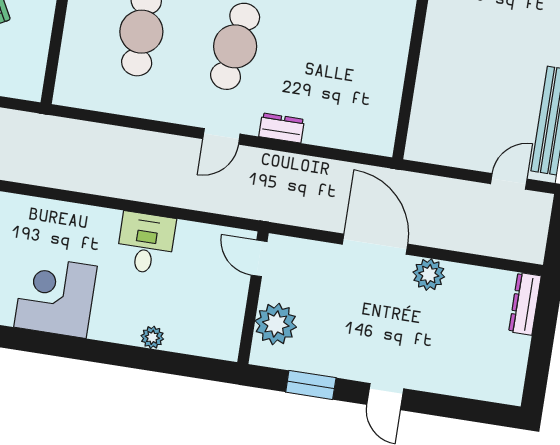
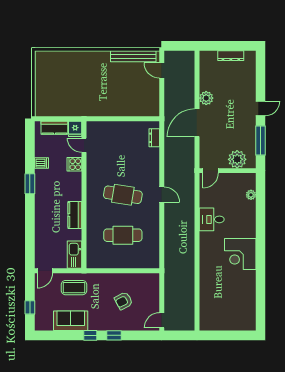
dresser: (282, 128) -> (154, 138), moved
dresser: (525, 304) -> (231, 56), moved
plant: (152, 337) -> (251, 195), moved
window: (311, 385) -> (261, 140), width x1.44

